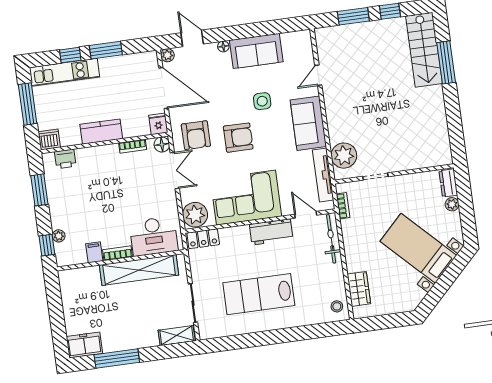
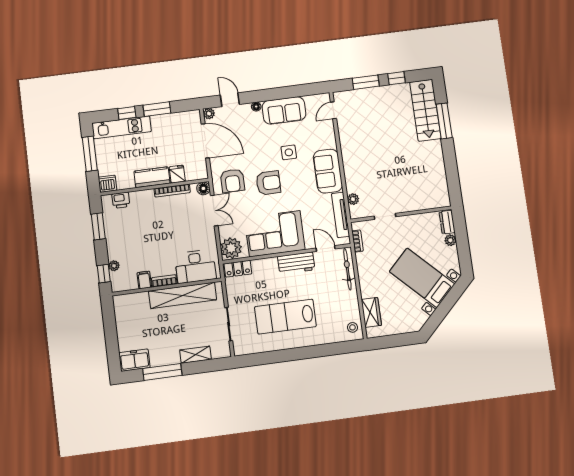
door: (318, 75) -> (333, 110), moved
fridge: (158, 124) -> (177, 174), moved
bookcase: (133, 146) -> (172, 191), width x1.56
plant: (344, 156) -> (353, 199), width x0.53, depth x0.53
shelving: (177, 336) -> (196, 355), moved

